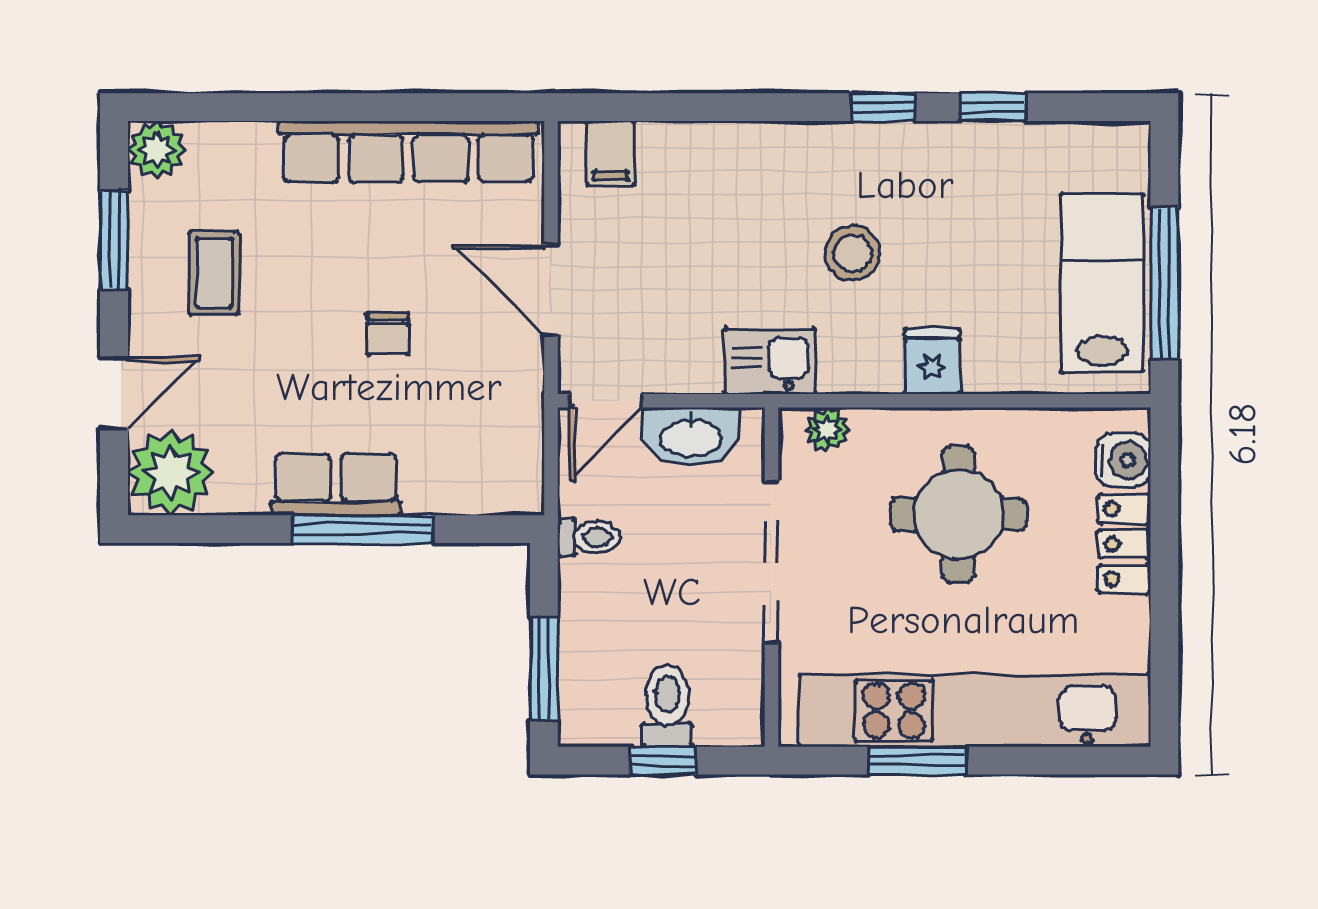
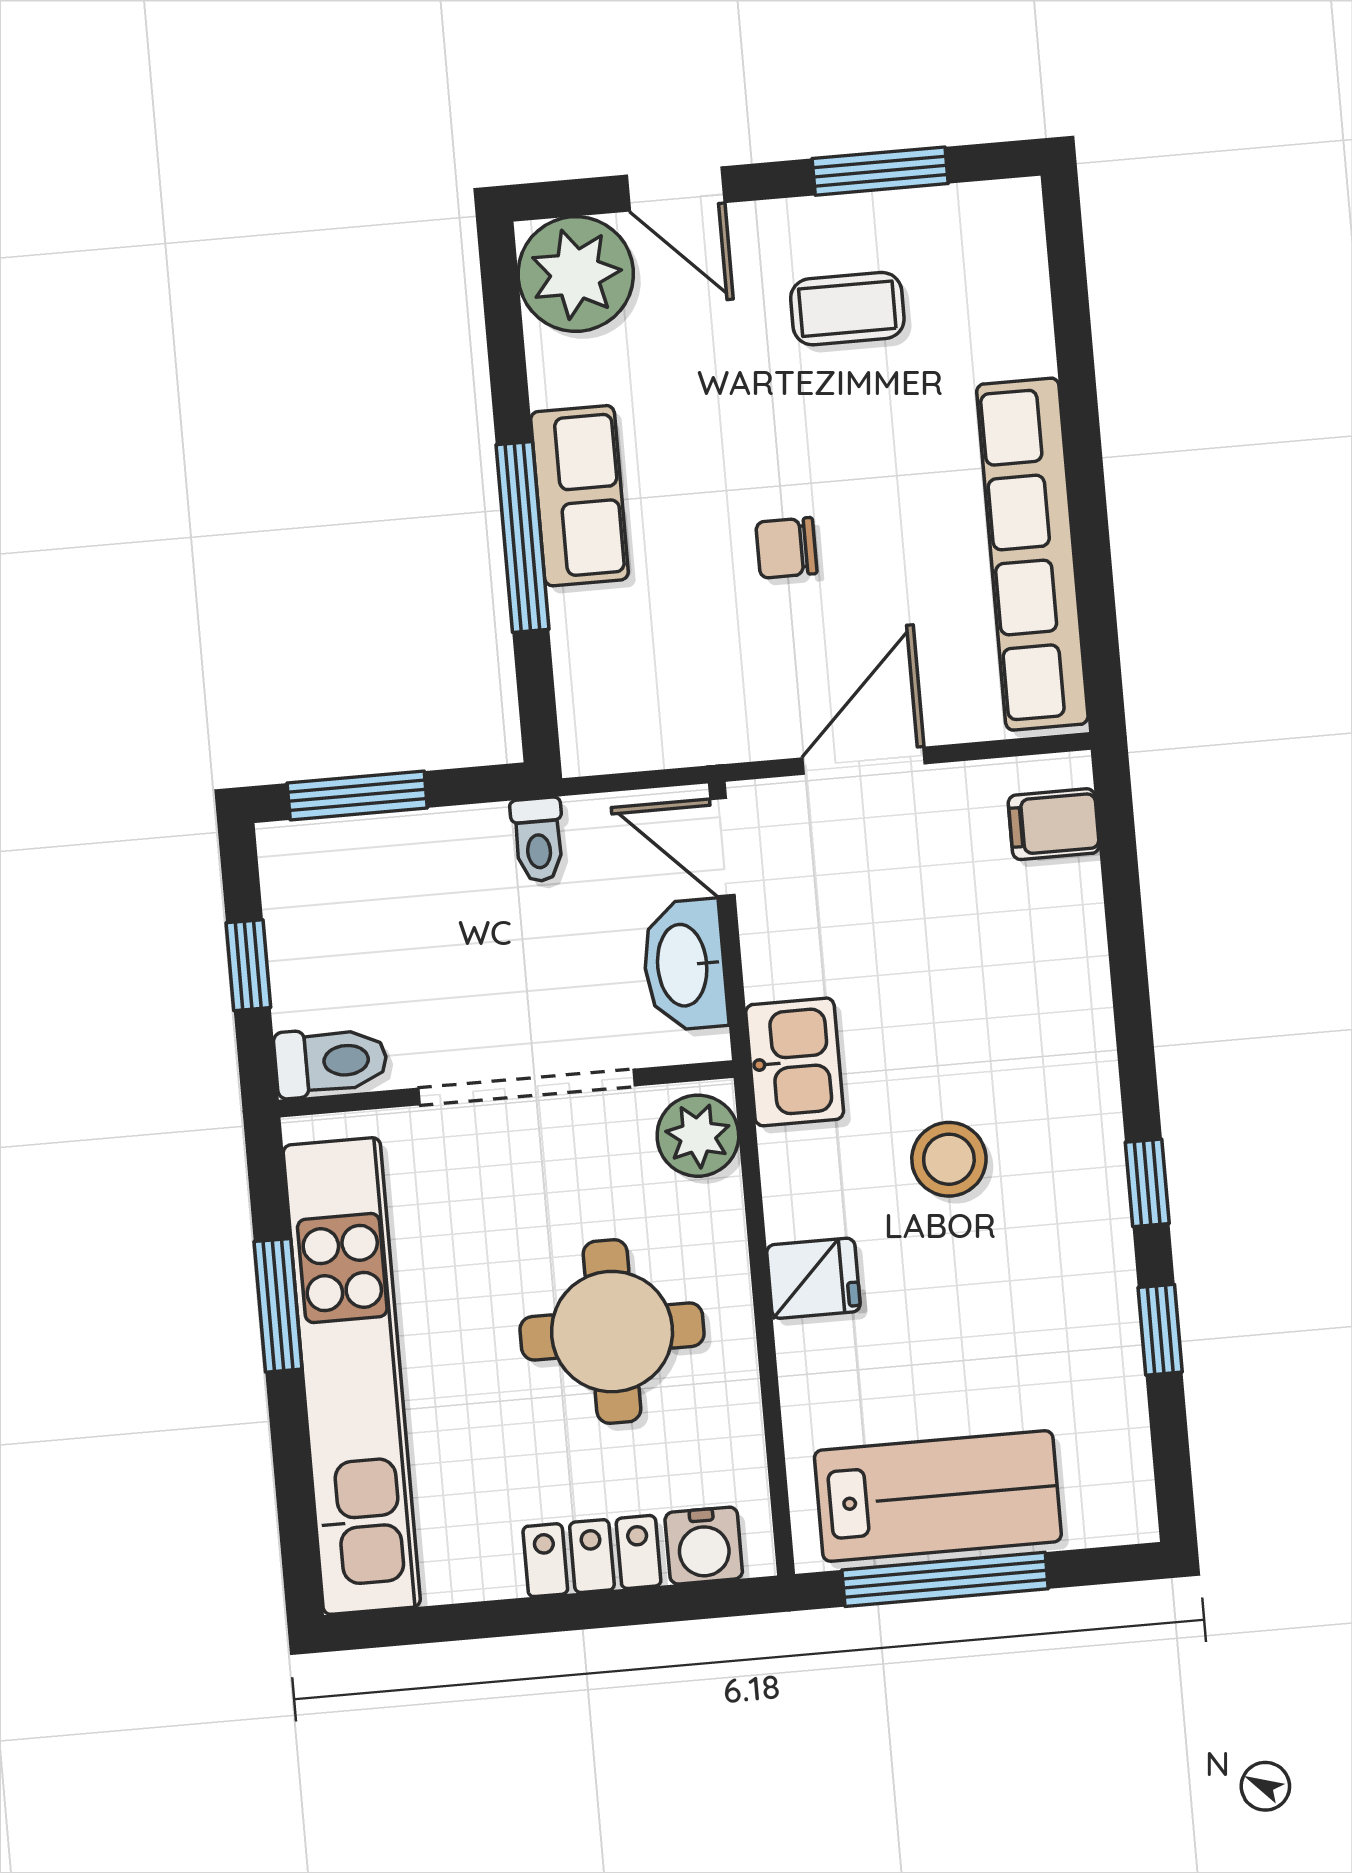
plant: (157, 150) -> (1005, 218), removed
plant: (827, 430) -> (698, 1136), width x1.38, depth x1.38
toilet: (667, 706) -> (331, 1062), moved

